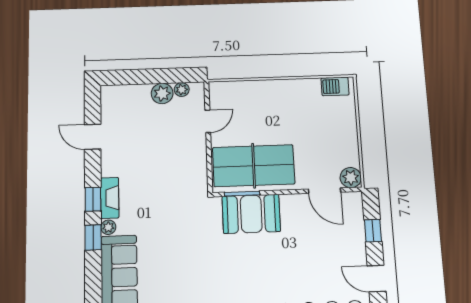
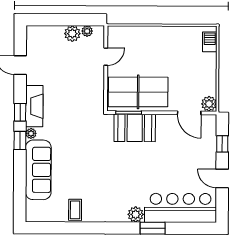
barbecue: (335, 86) -> (210, 42), moved, turned 90
fireplace: (110, 198) -> (34, 106), width x1.37, depth x1.32

